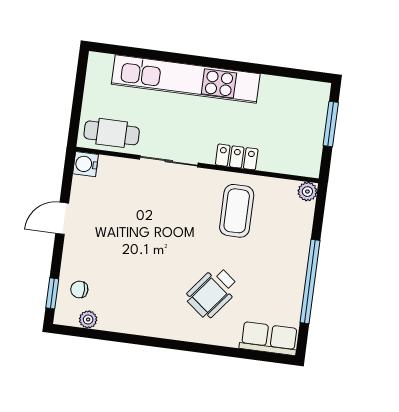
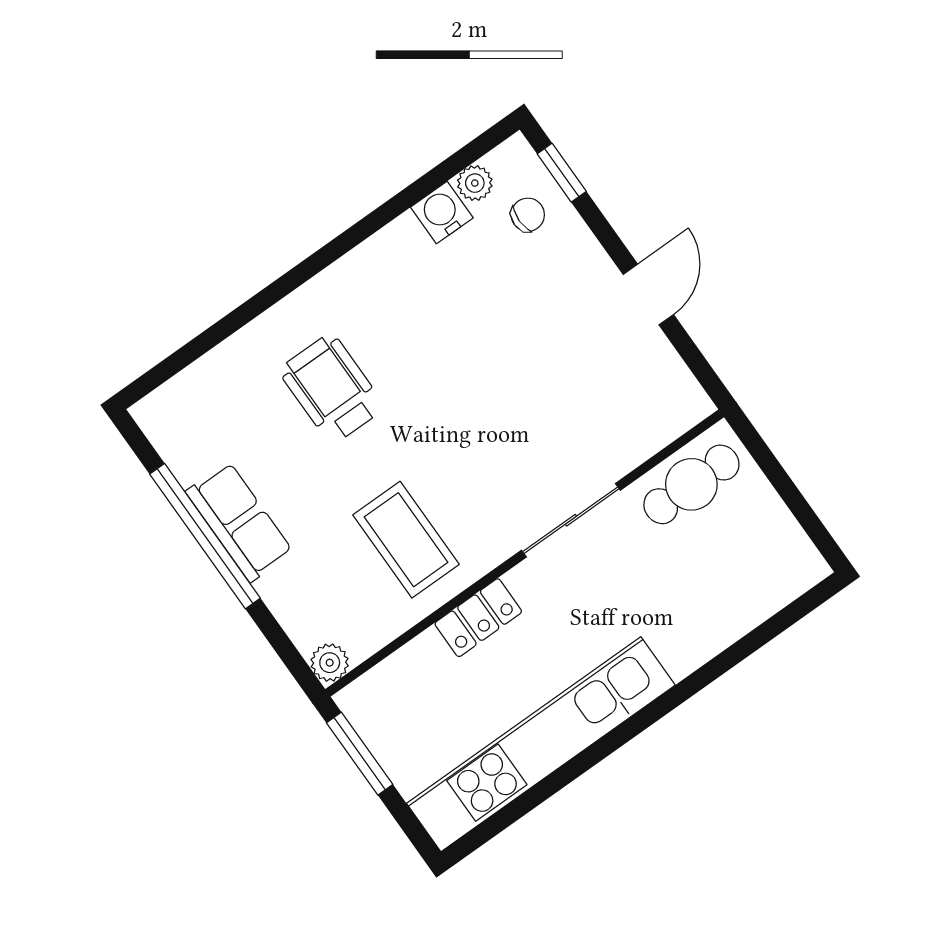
kitchen unit: (186, 79) -> (541, 744), moved
window: (331, 124) -> (360, 754), moved
water cooler: (86, 164) -> (442, 212), moved, turned -90
wheelchair: (212, 293) -> (332, 389), turned -38
row of seats: (269, 339) -> (239, 522), moved, turned -90

